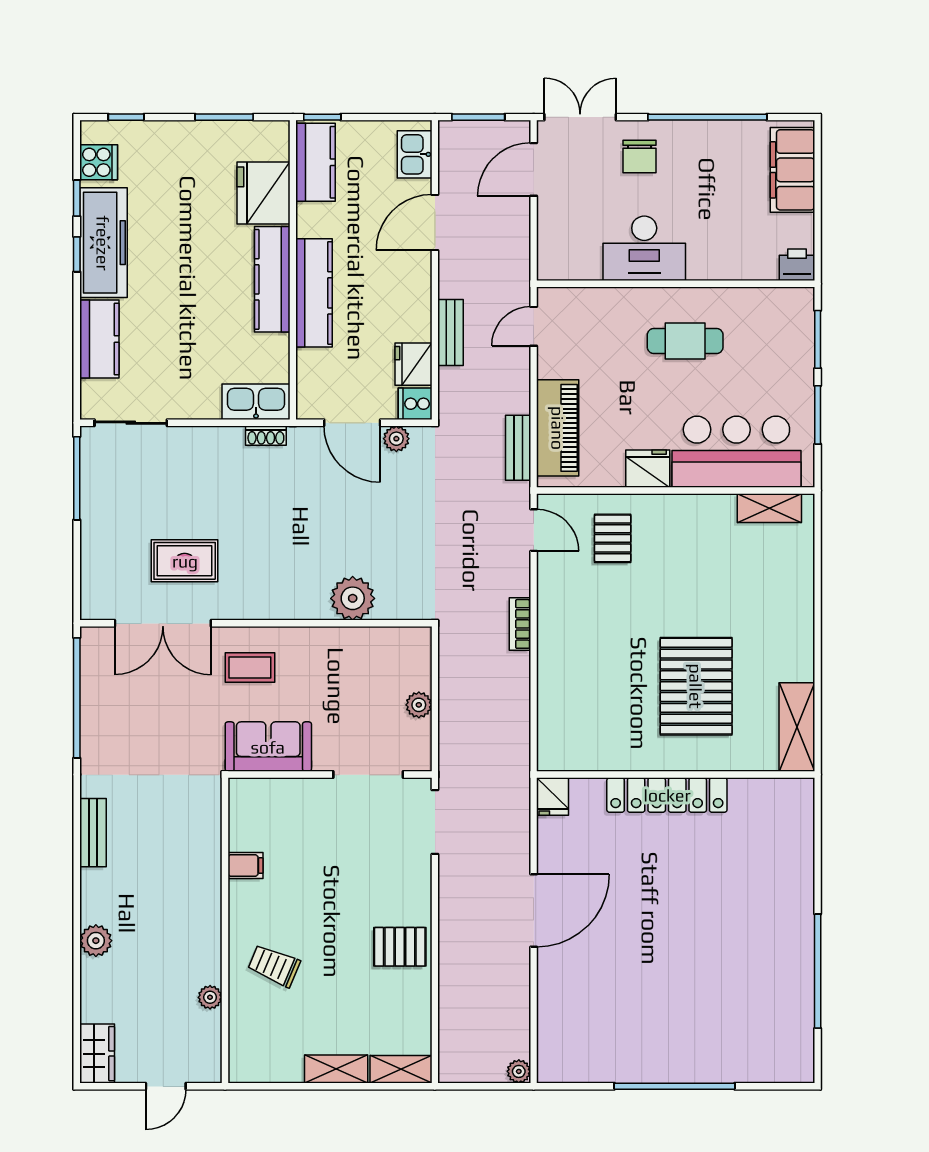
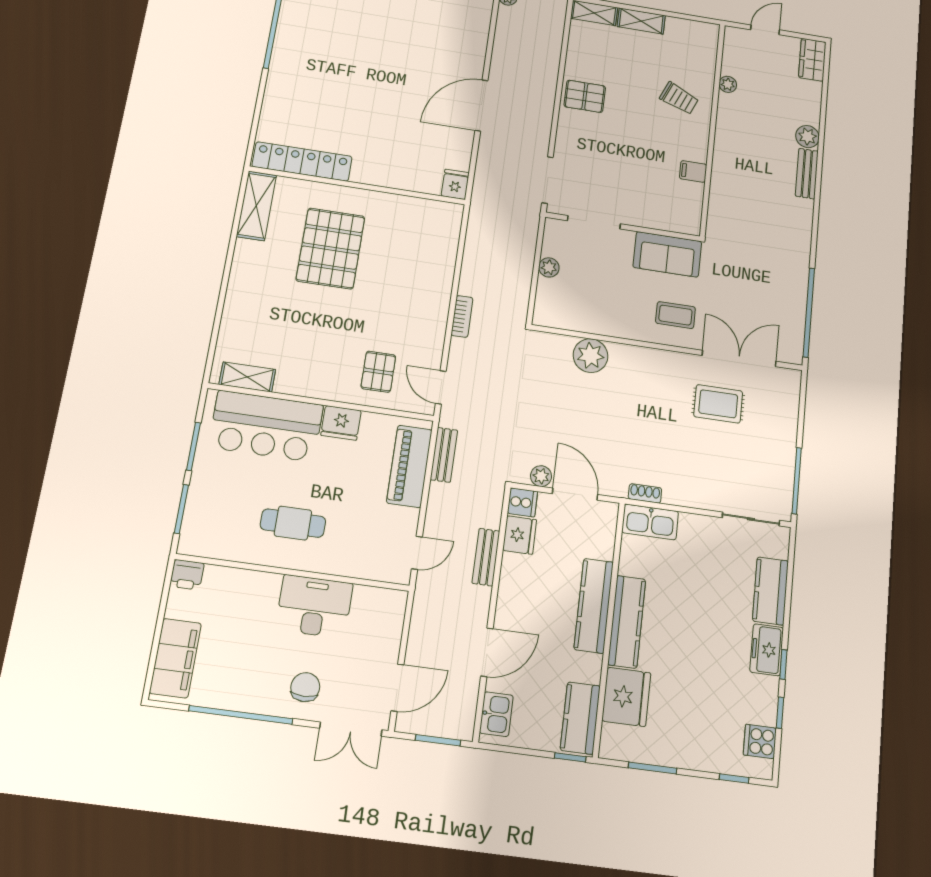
freezer: (103, 243) -> (767, 650), width x0.52, depth x0.79
locker: (667, 795) -> (302, 162), moved
bench: (93, 833) -> (807, 174), moved

